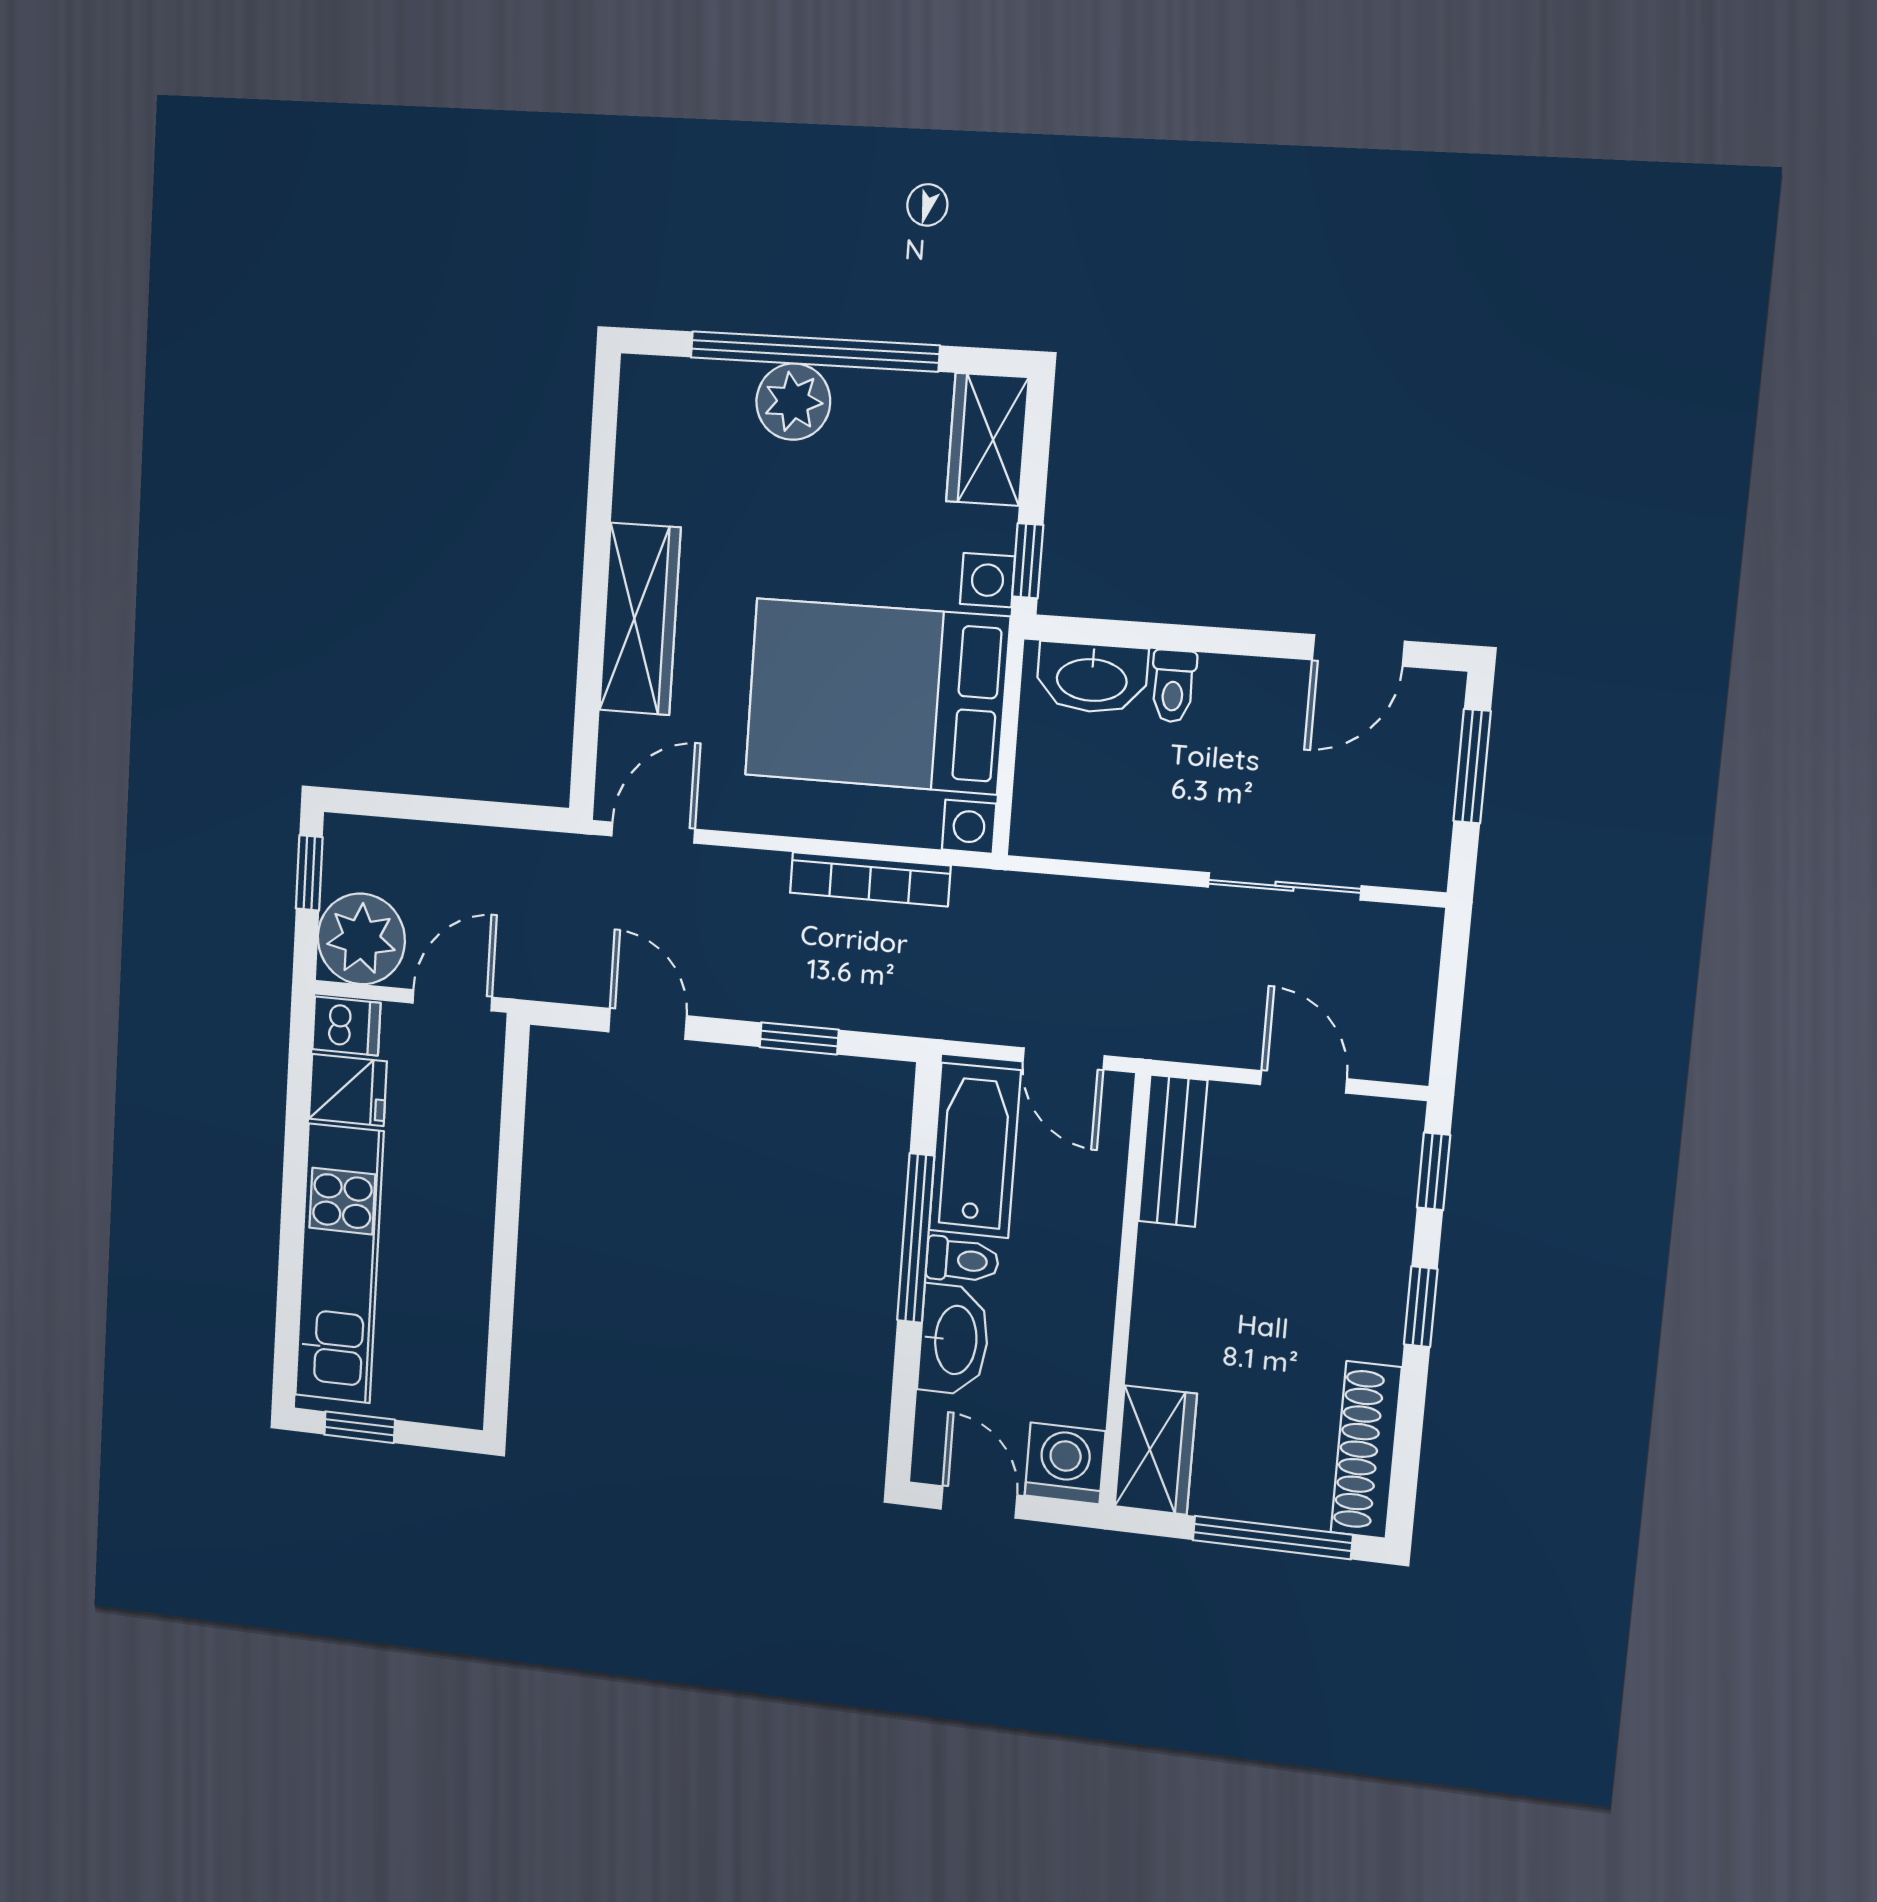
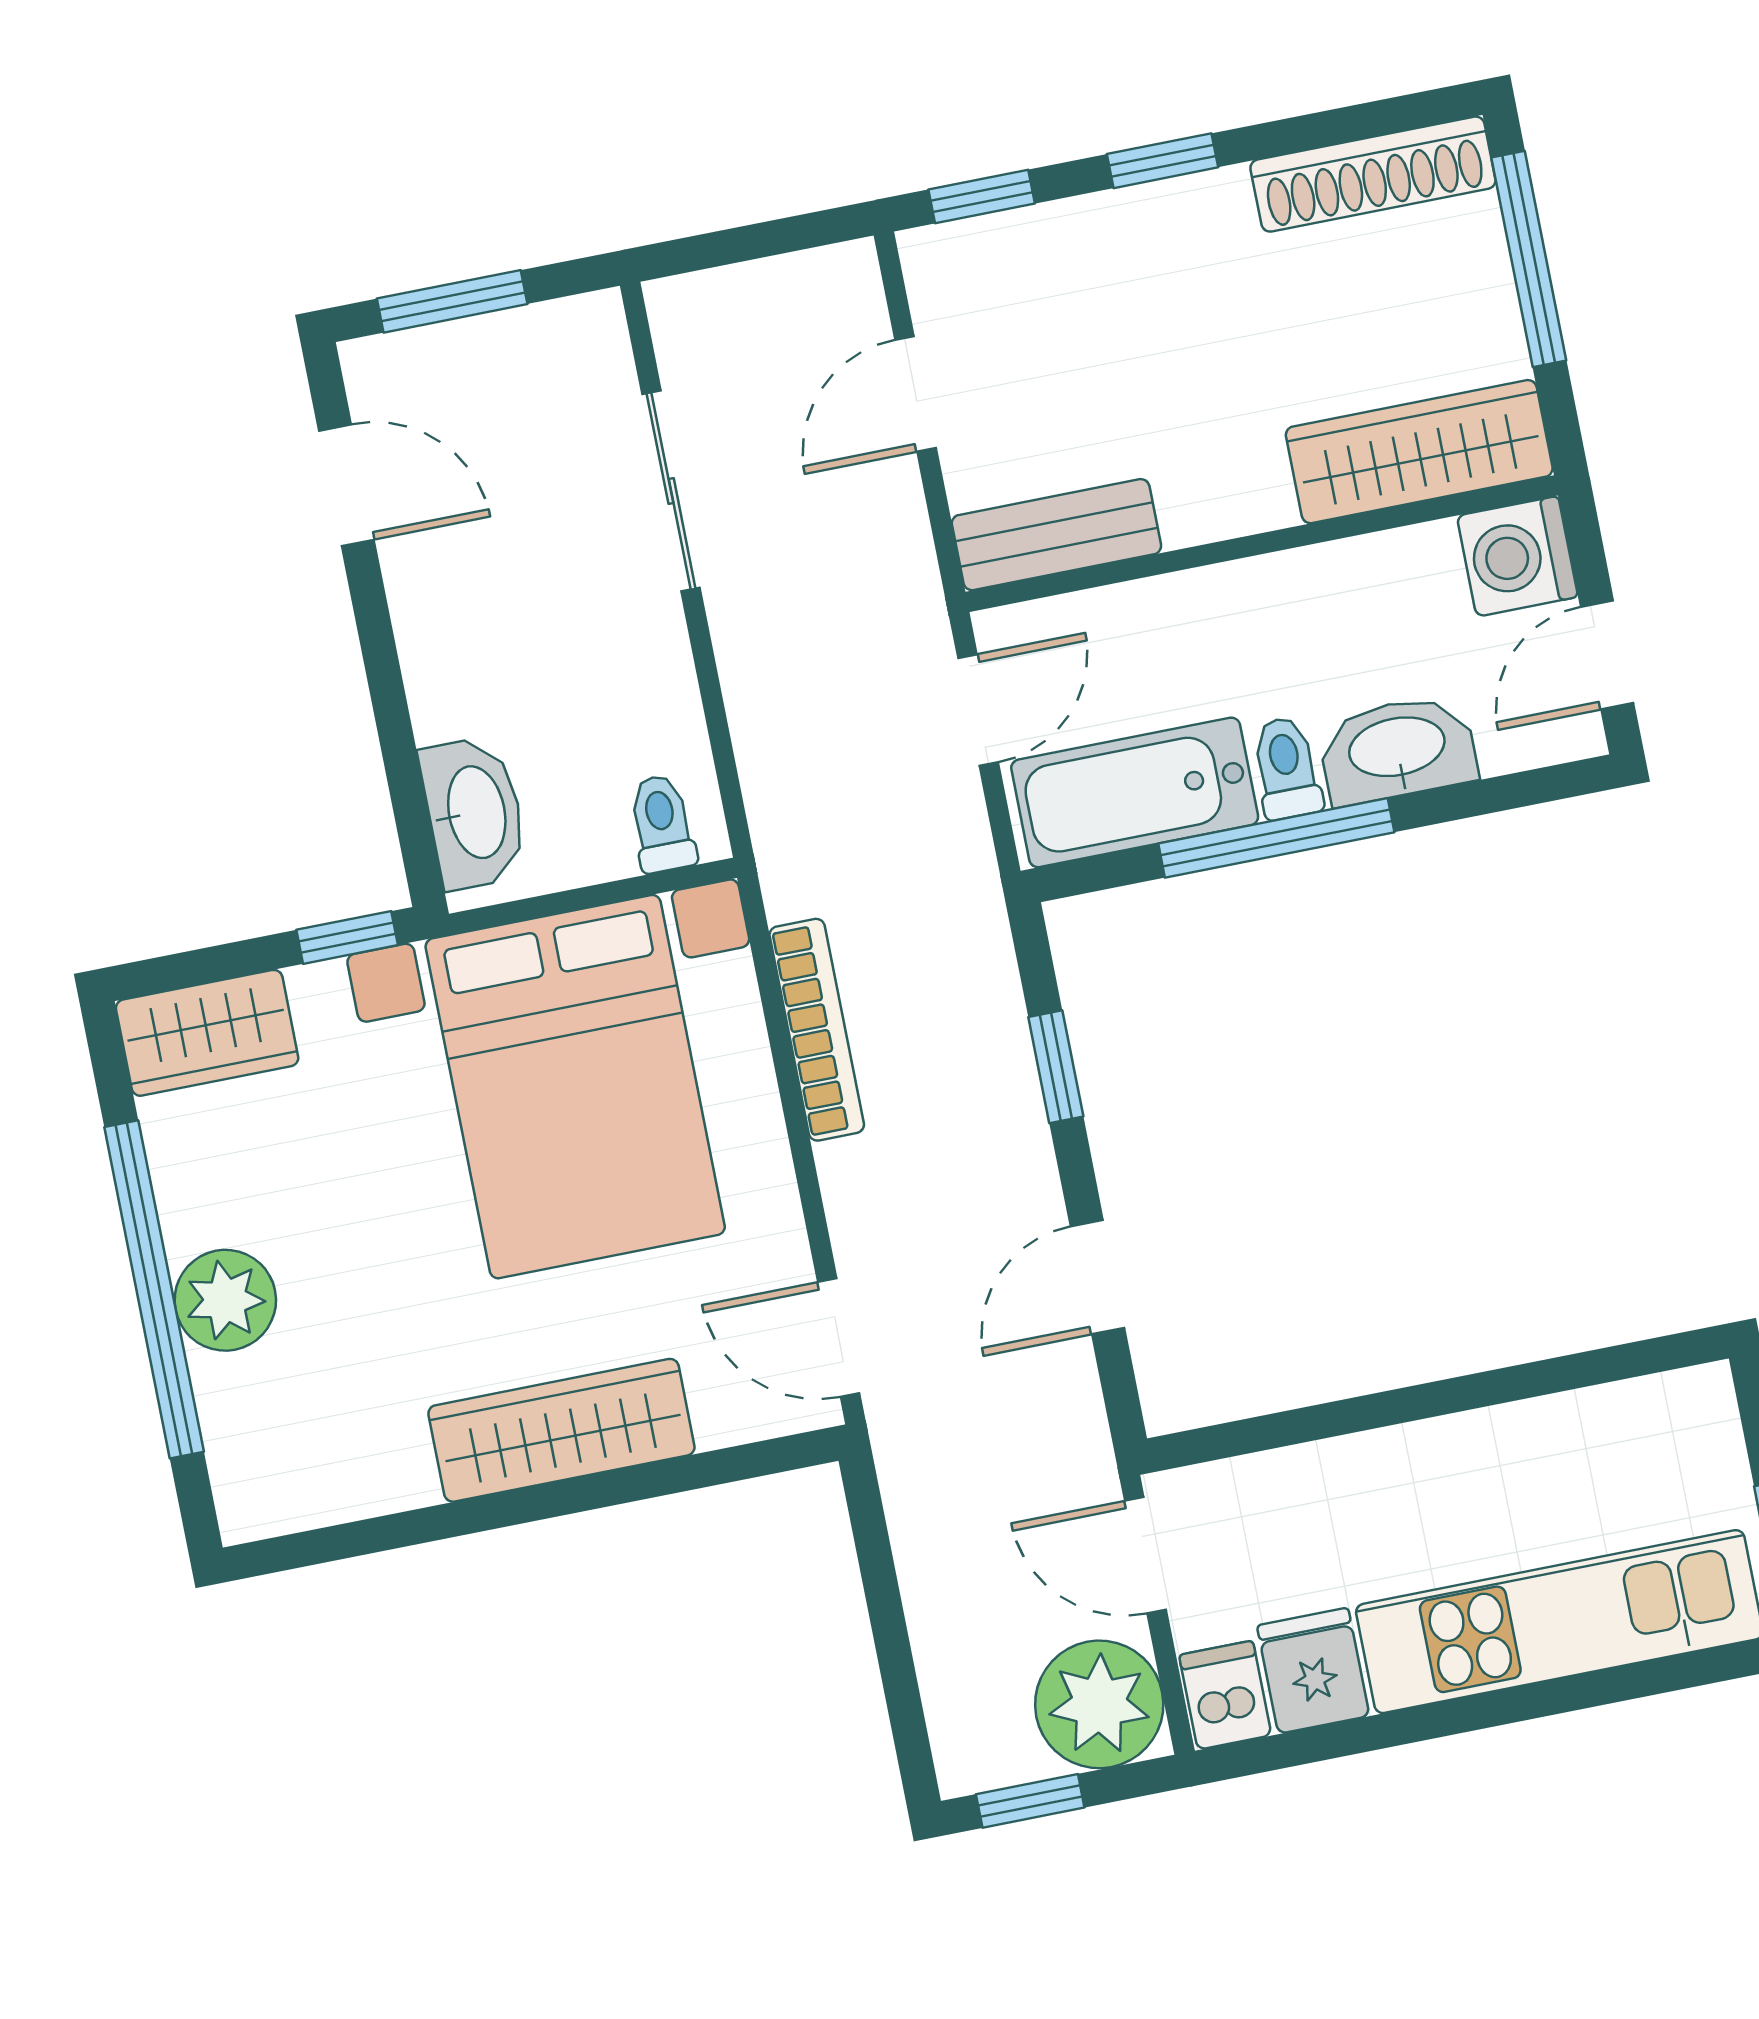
toilet: (1173, 686) -> (662, 824), moved, turned -90
wardrobe: (1156, 1450) -> (1419, 452), width x1.50

